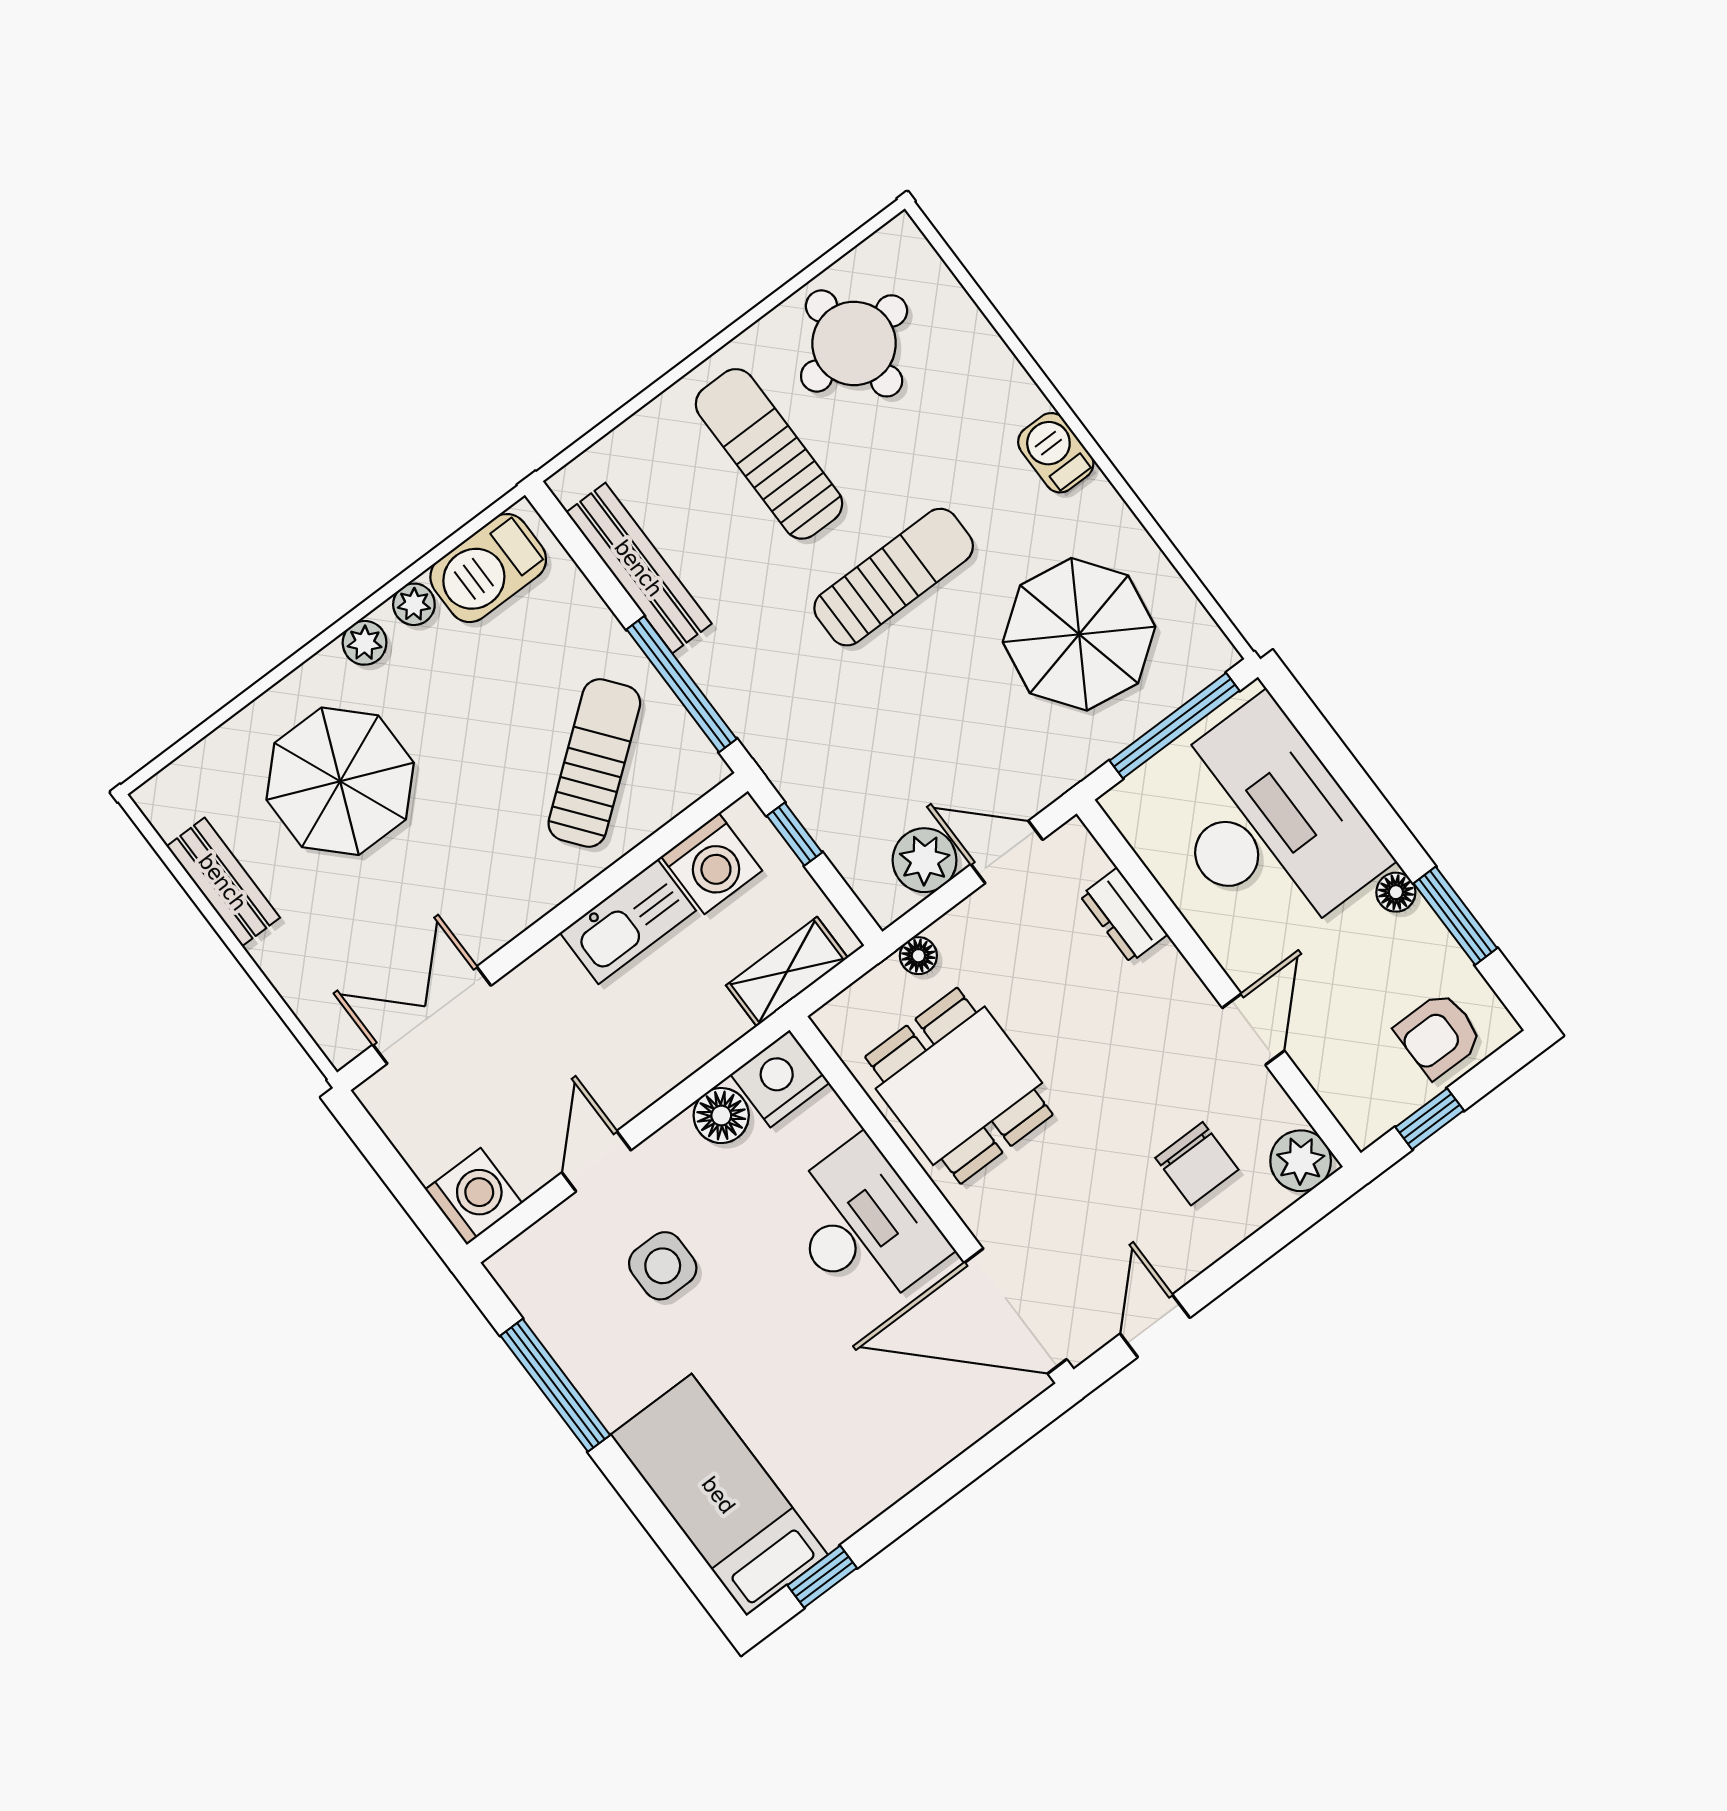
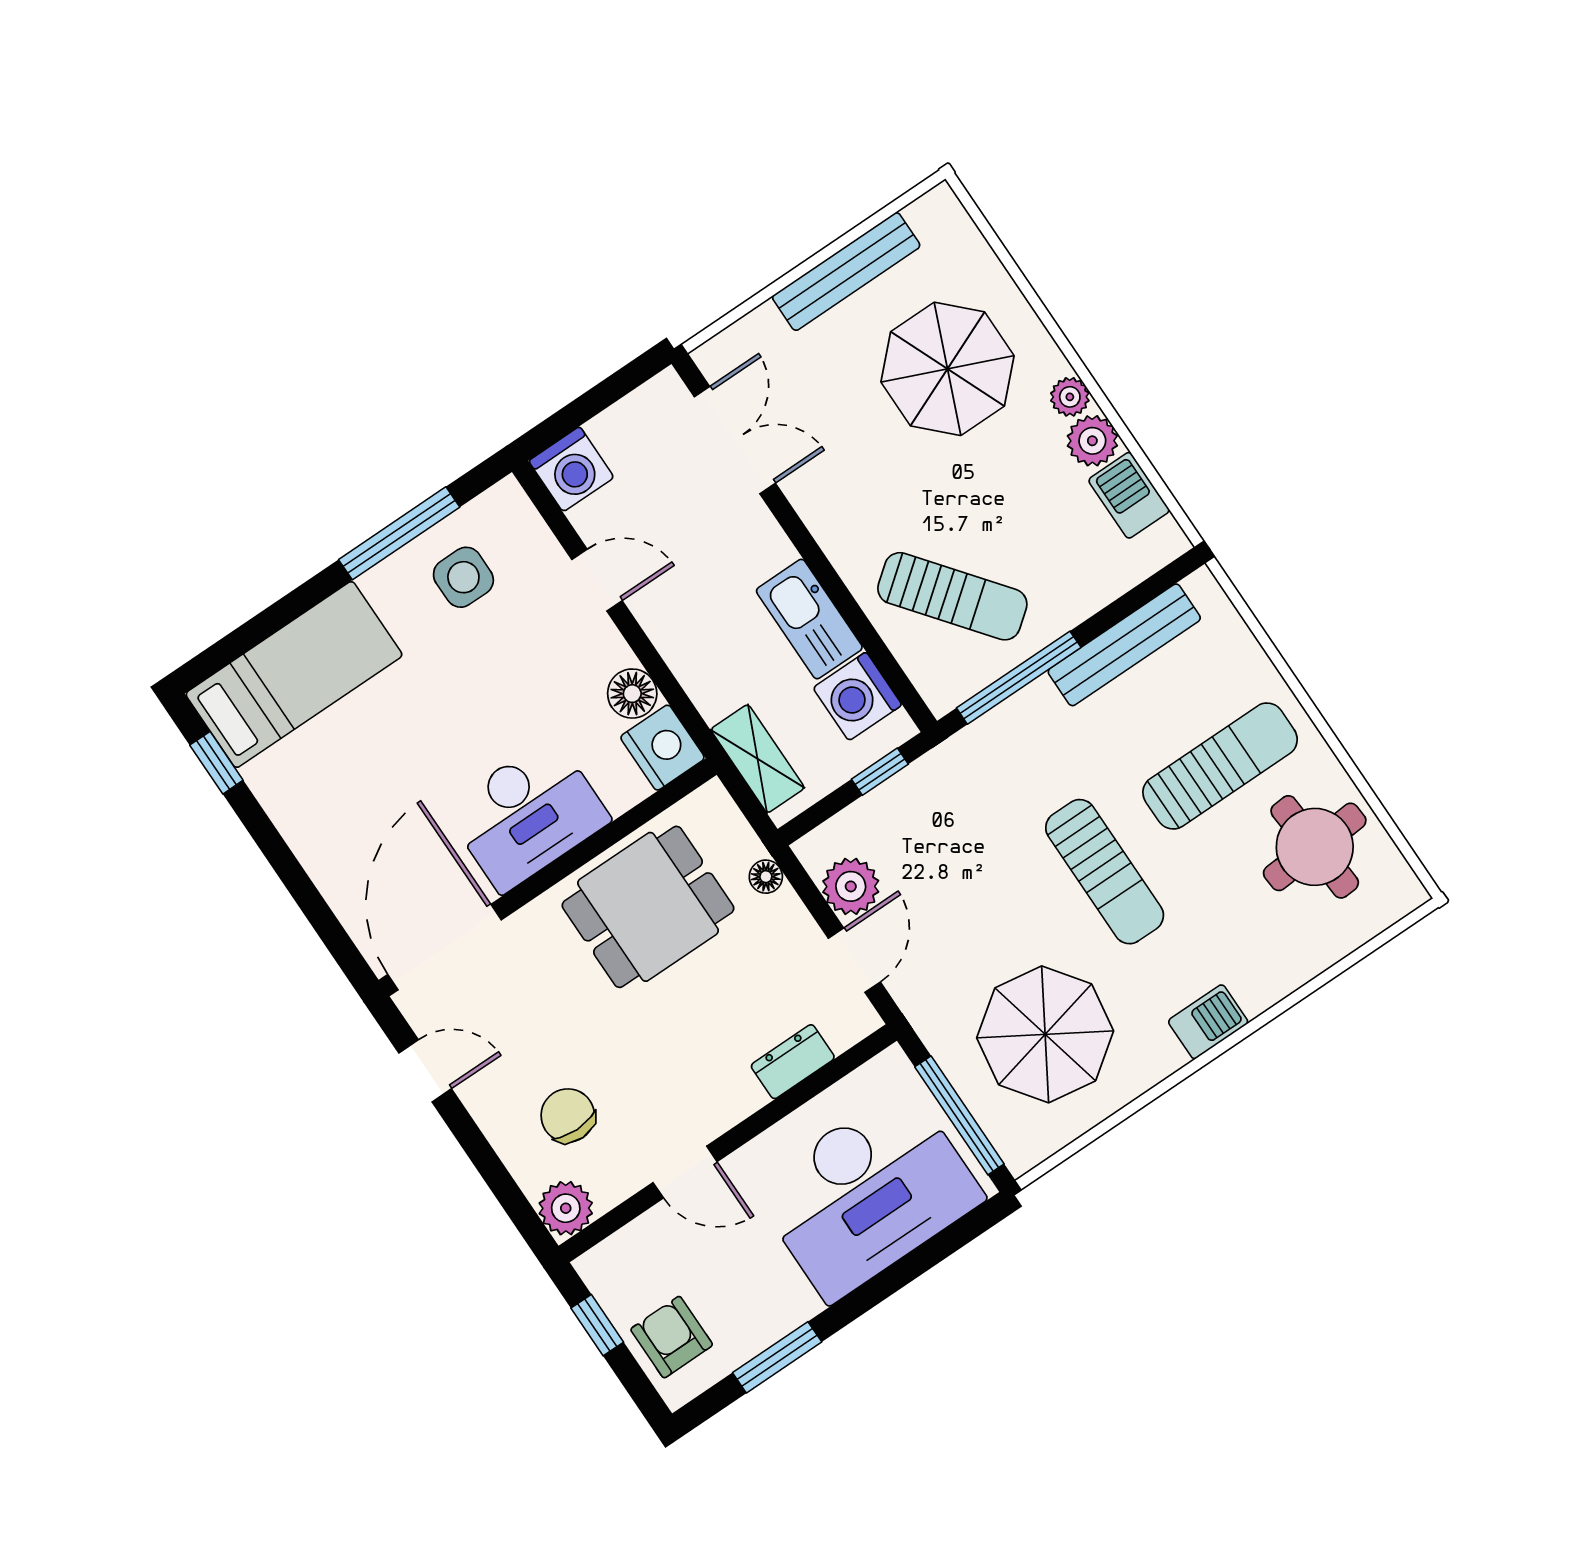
barbecue: (488, 568) -> (1129, 495), width x0.73, depth x0.79
plant: (414, 604) -> (1092, 441), width x1.38, depth x1.38
bench: (223, 882) -> (846, 271), width x1.36
floor lamp: (1396, 892) -> (801, 1305), removed
chair: (1197, 1164) -> (568, 1116), turned 90
side table: (663, 1266) -> (463, 577), moved

